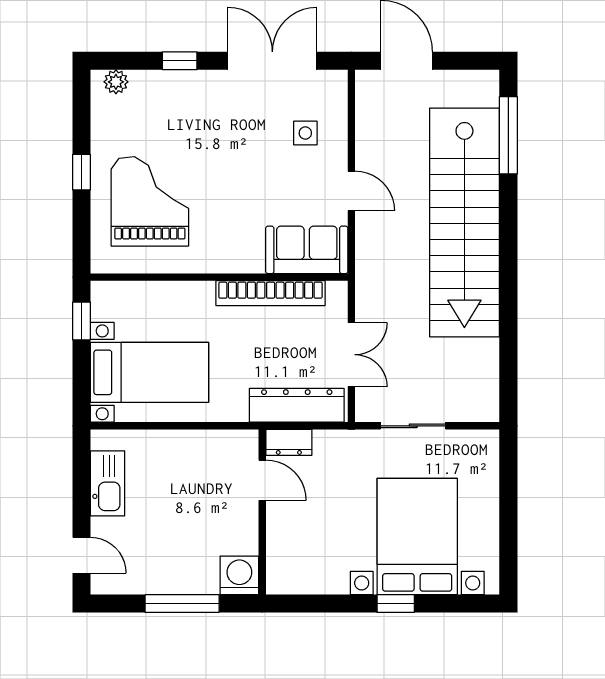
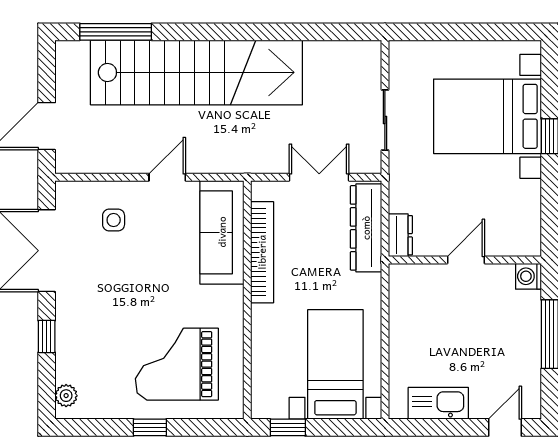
sofa: (307, 250) -> (222, 232), width x1.36
door: (262, 480) -> (466, 260), moved
washing machine: (239, 575) -> (529, 276), width x0.73, depth x0.73

